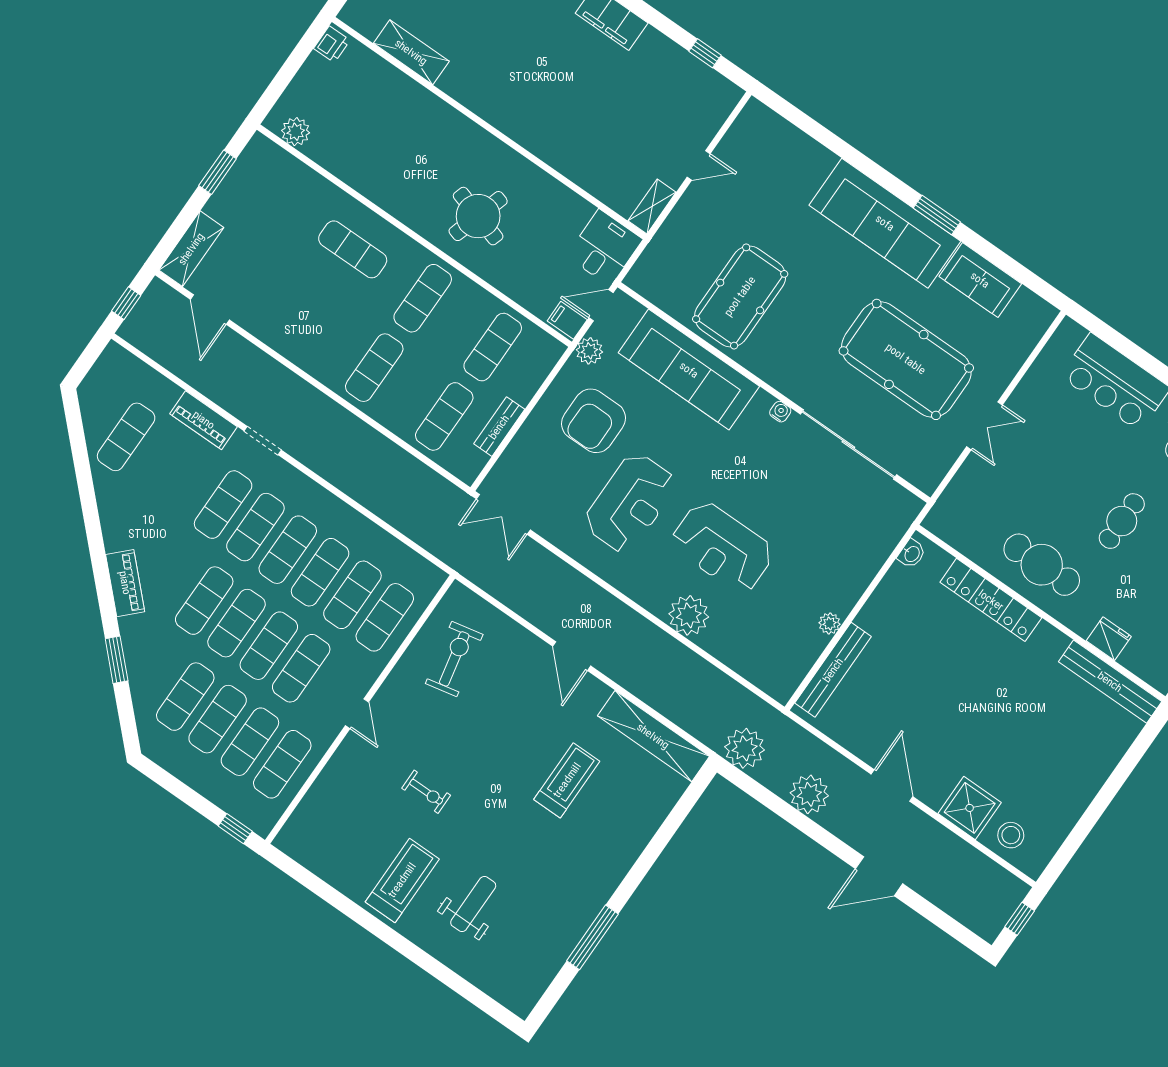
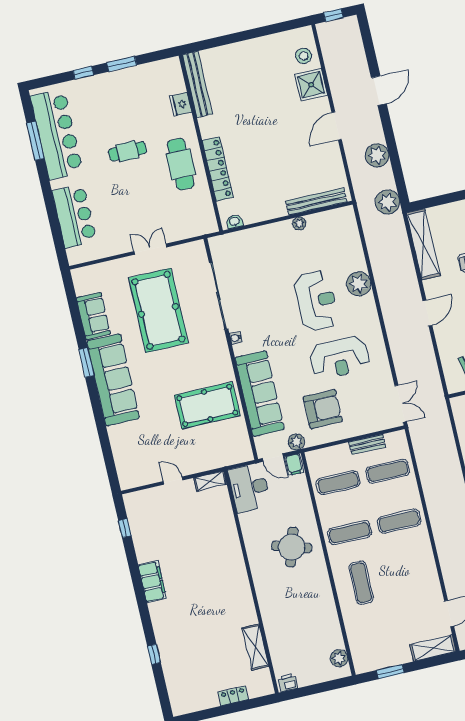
desk: (604, 248) -> (249, 488), width x1.37
reception desk: (630, 503) -> (340, 358), turned 180
door: (879, 876) -> (379, 91), hinge flipped

